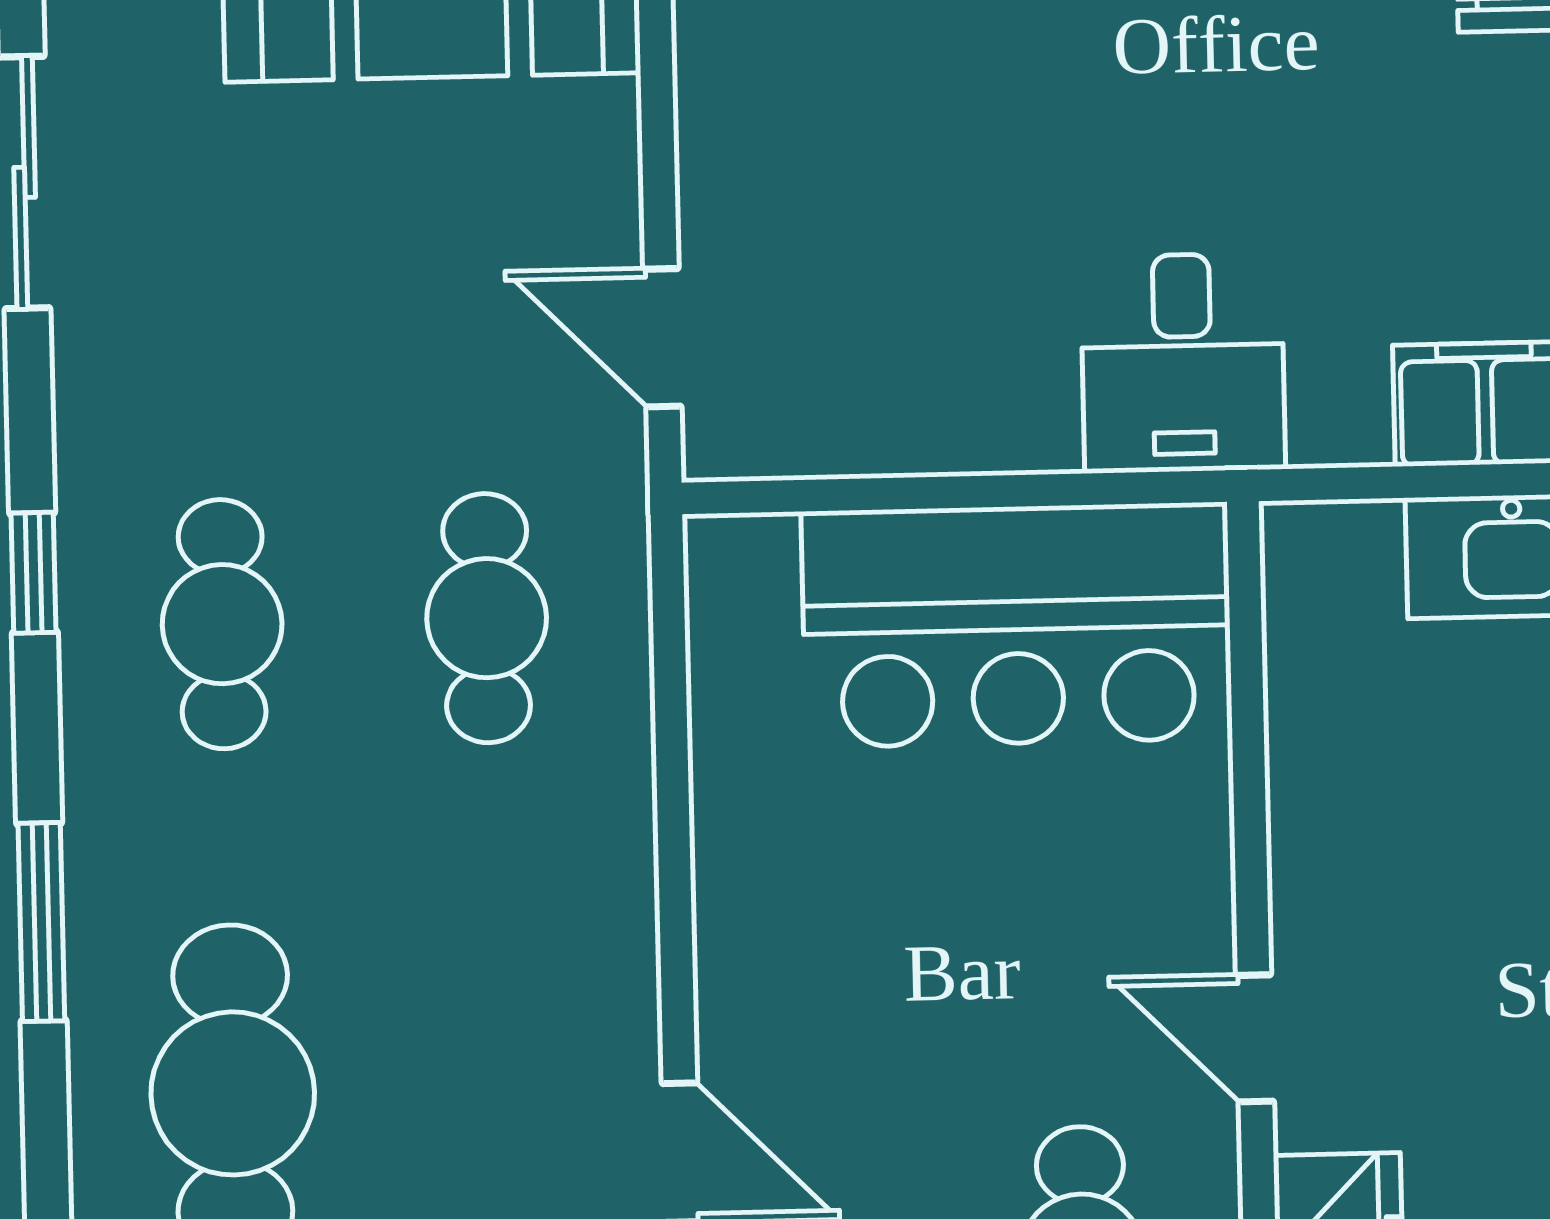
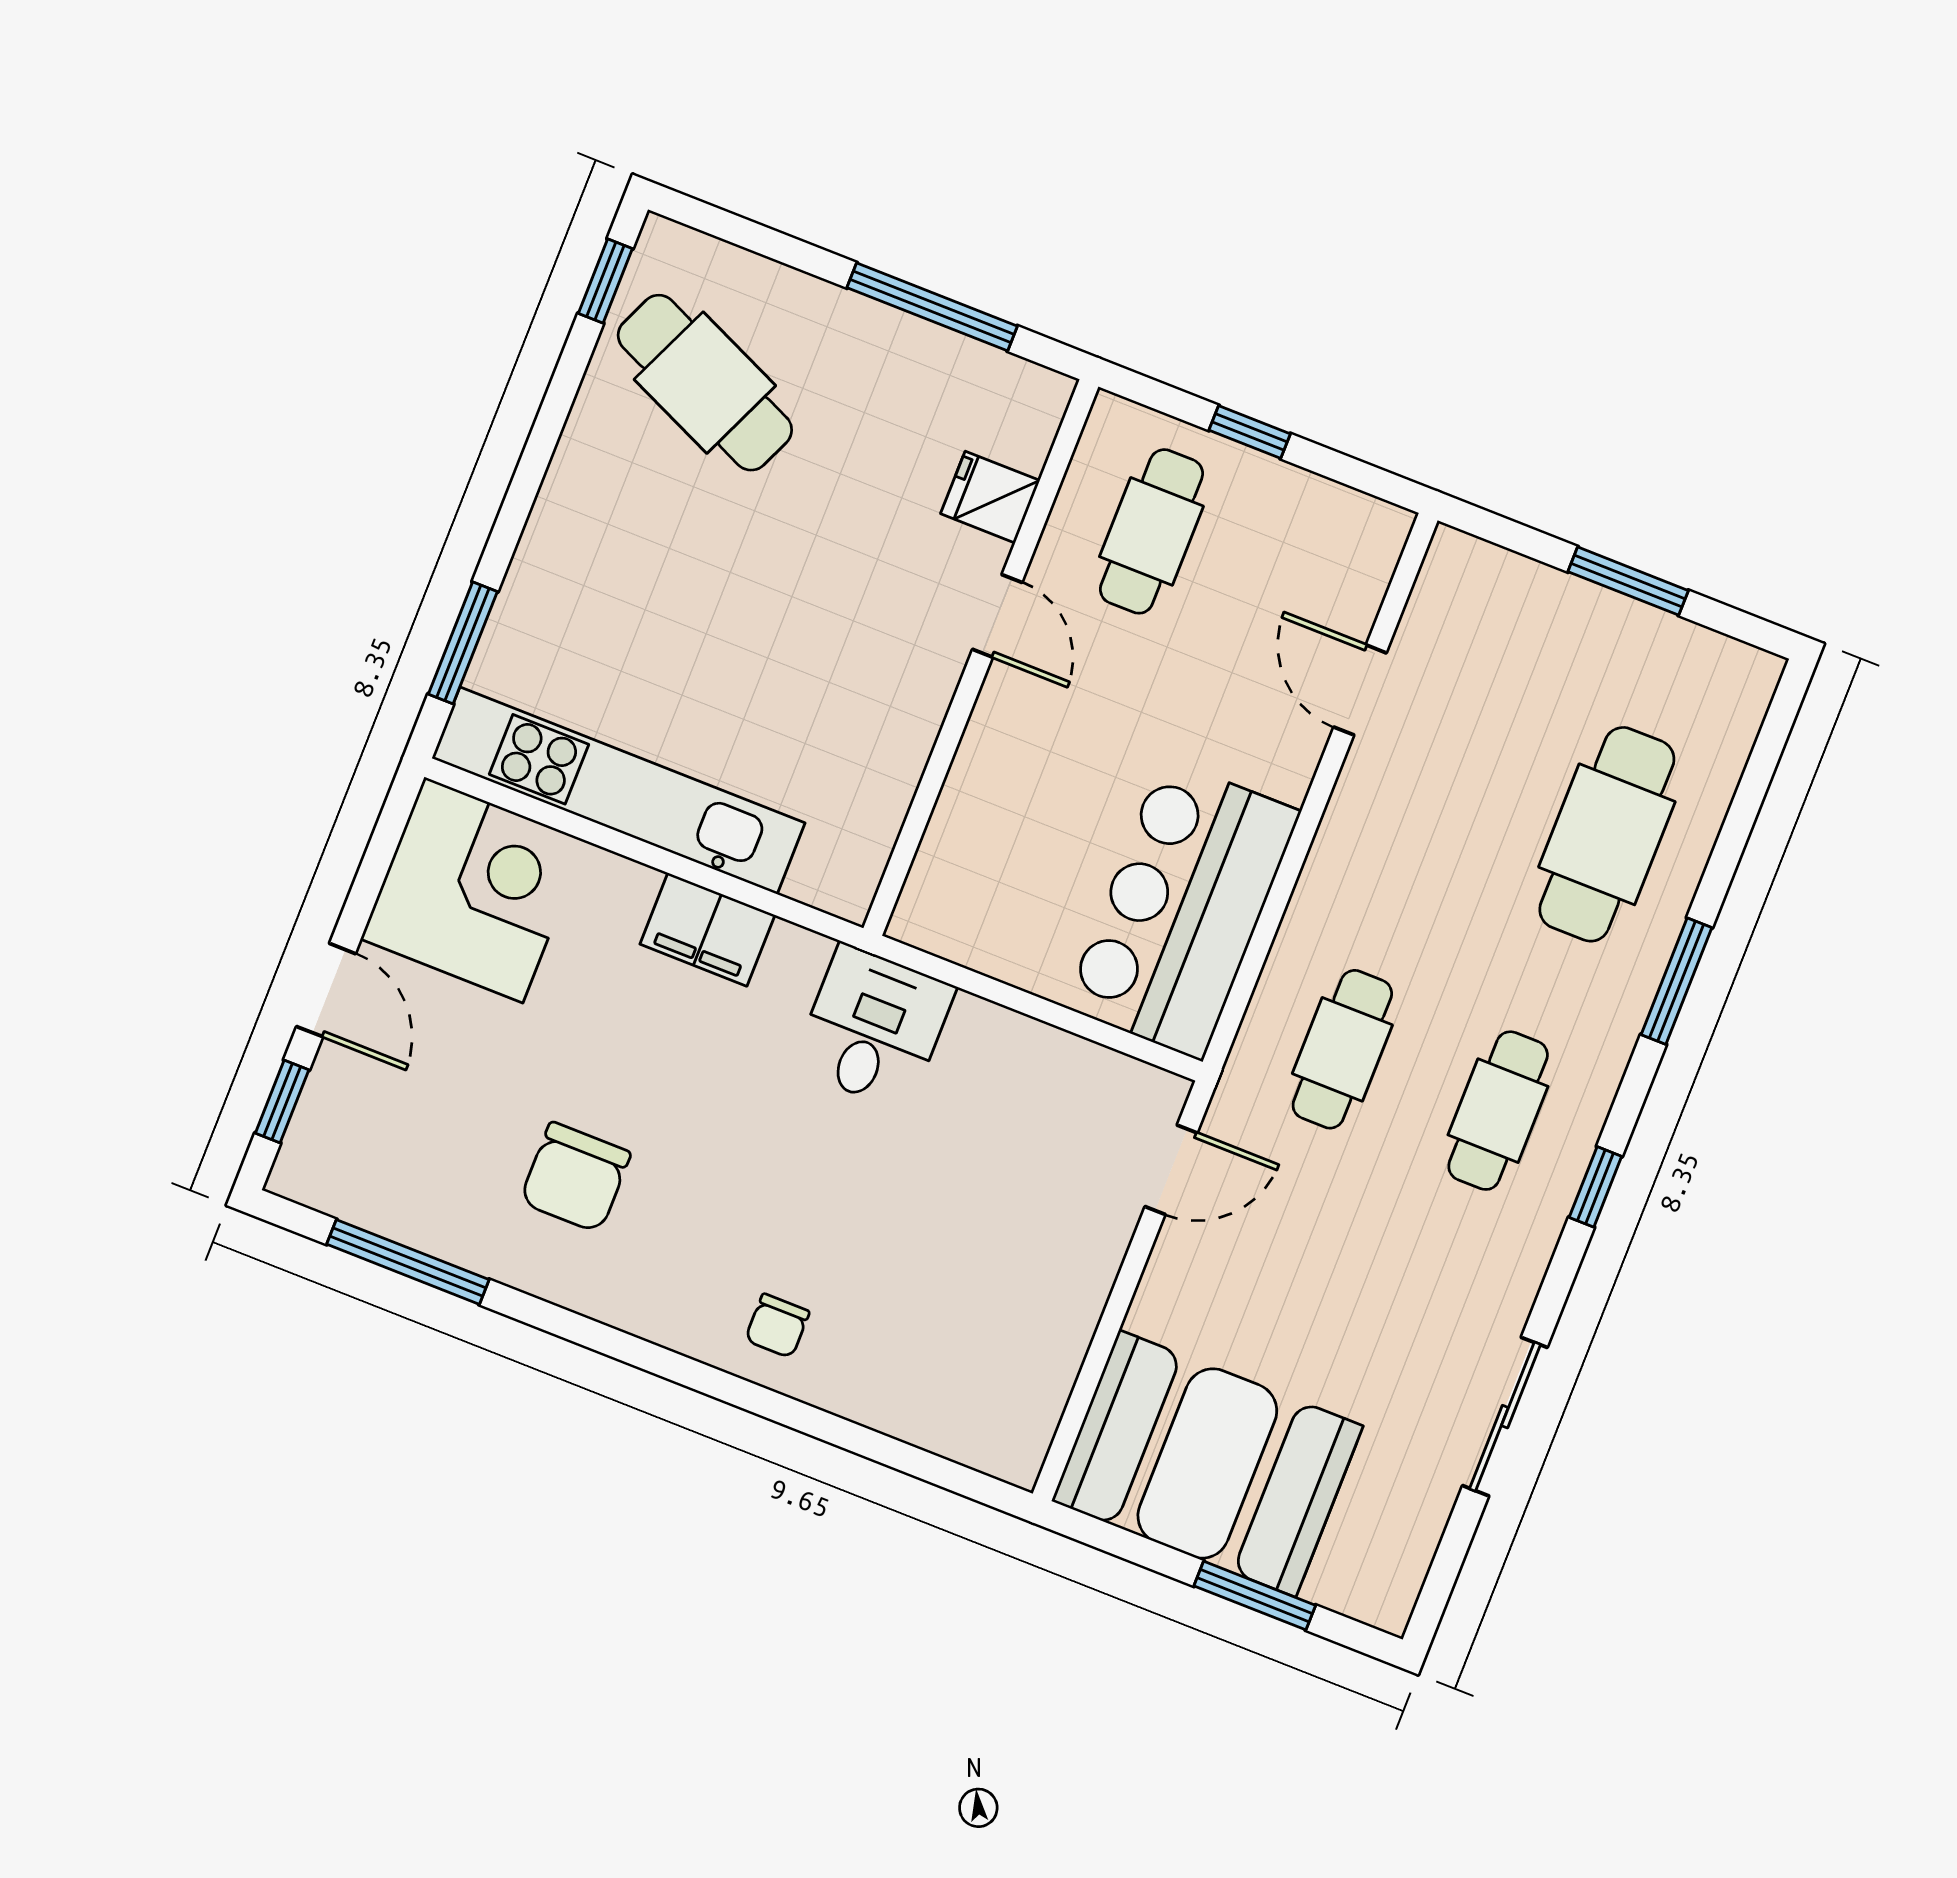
door: (662, 338) -> (1171, 1170), hinge flipped
bar counter: (1017, 625) -> (1183, 909), moved, turned -90

